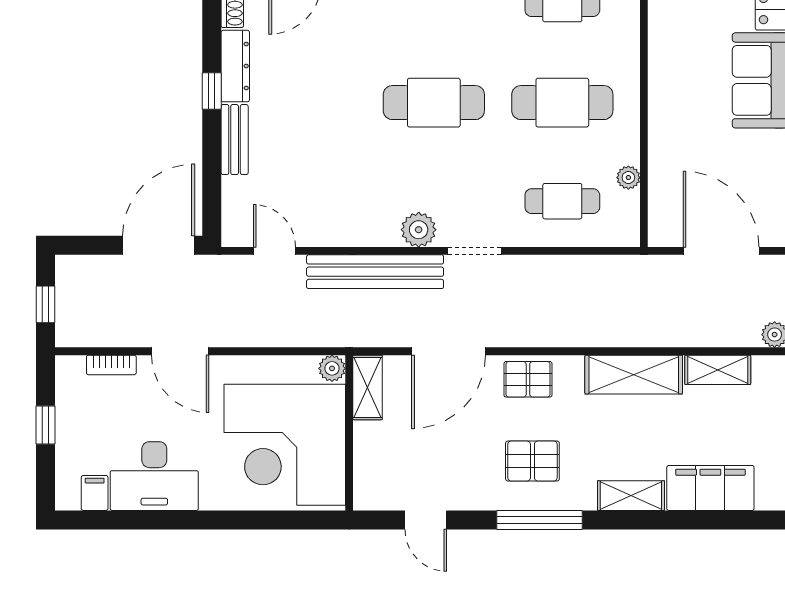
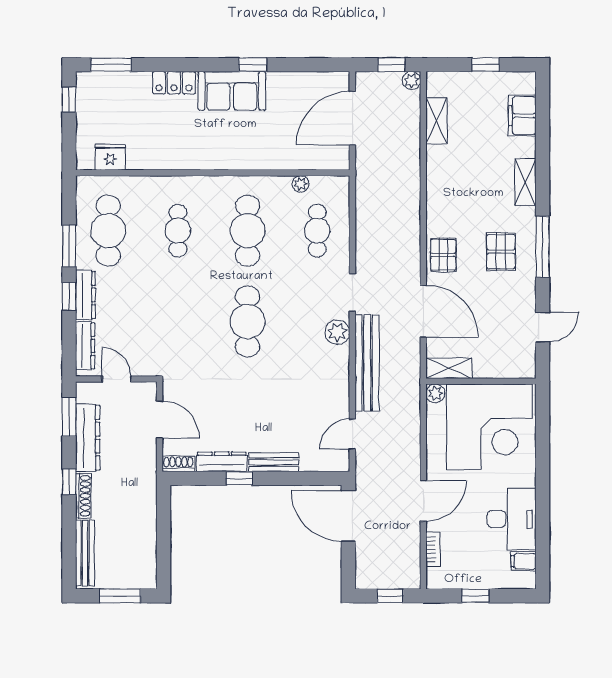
shelving: (634, 375) -> (440, 180), removed
filing cabinet: (710, 488) -> (522, 116), width x0.67, depth x0.86

